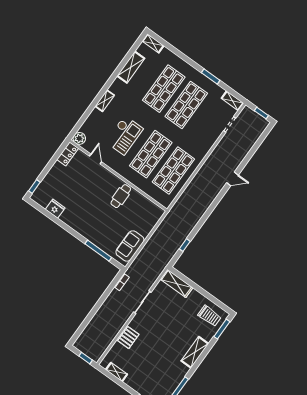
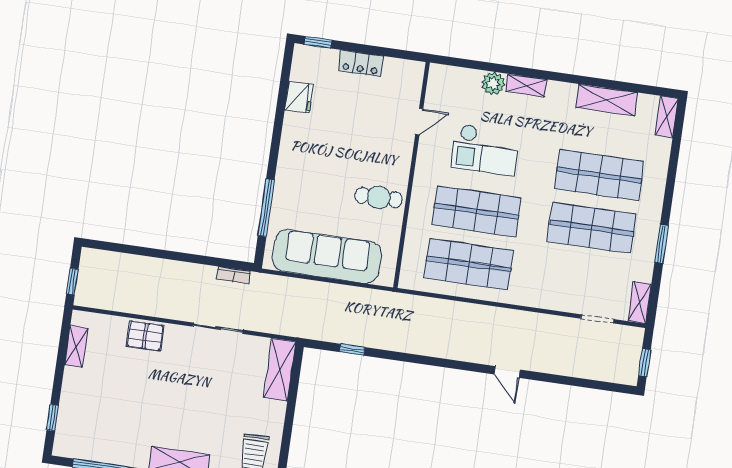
plant: (79, 138) -> (493, 84), moved
locker: (68, 154) -> (361, 63), moved
sofa: (130, 246) -> (327, 256), width x1.85, depth x1.27

